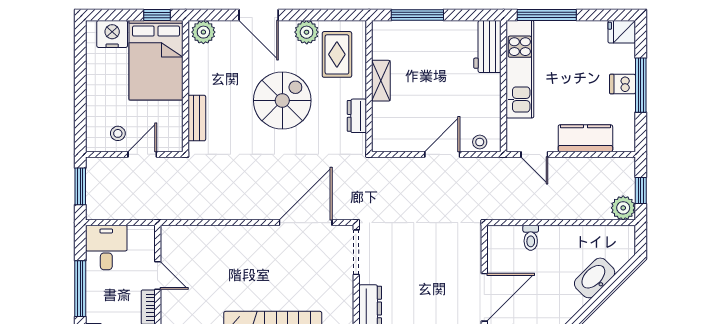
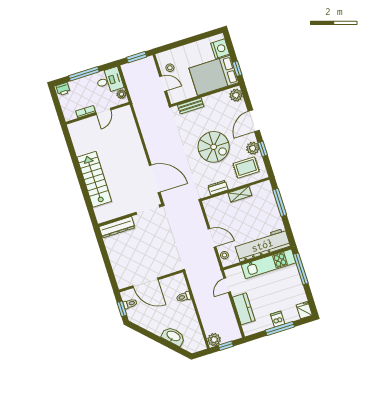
window: (313, 15) -> (263, 149), added
workbench: (487, 46) -> (262, 245), width x1.88, depth x1.32
plant: (137, 234) -> (121, 94), added

